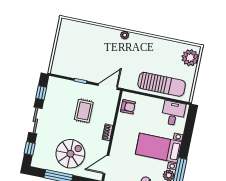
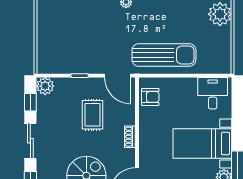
plant: (54, 83) -> (45, 86), added
sun lounger: (162, 84) -> (164, 55), moved
door: (108, 87) -> (118, 76), swing flipped

